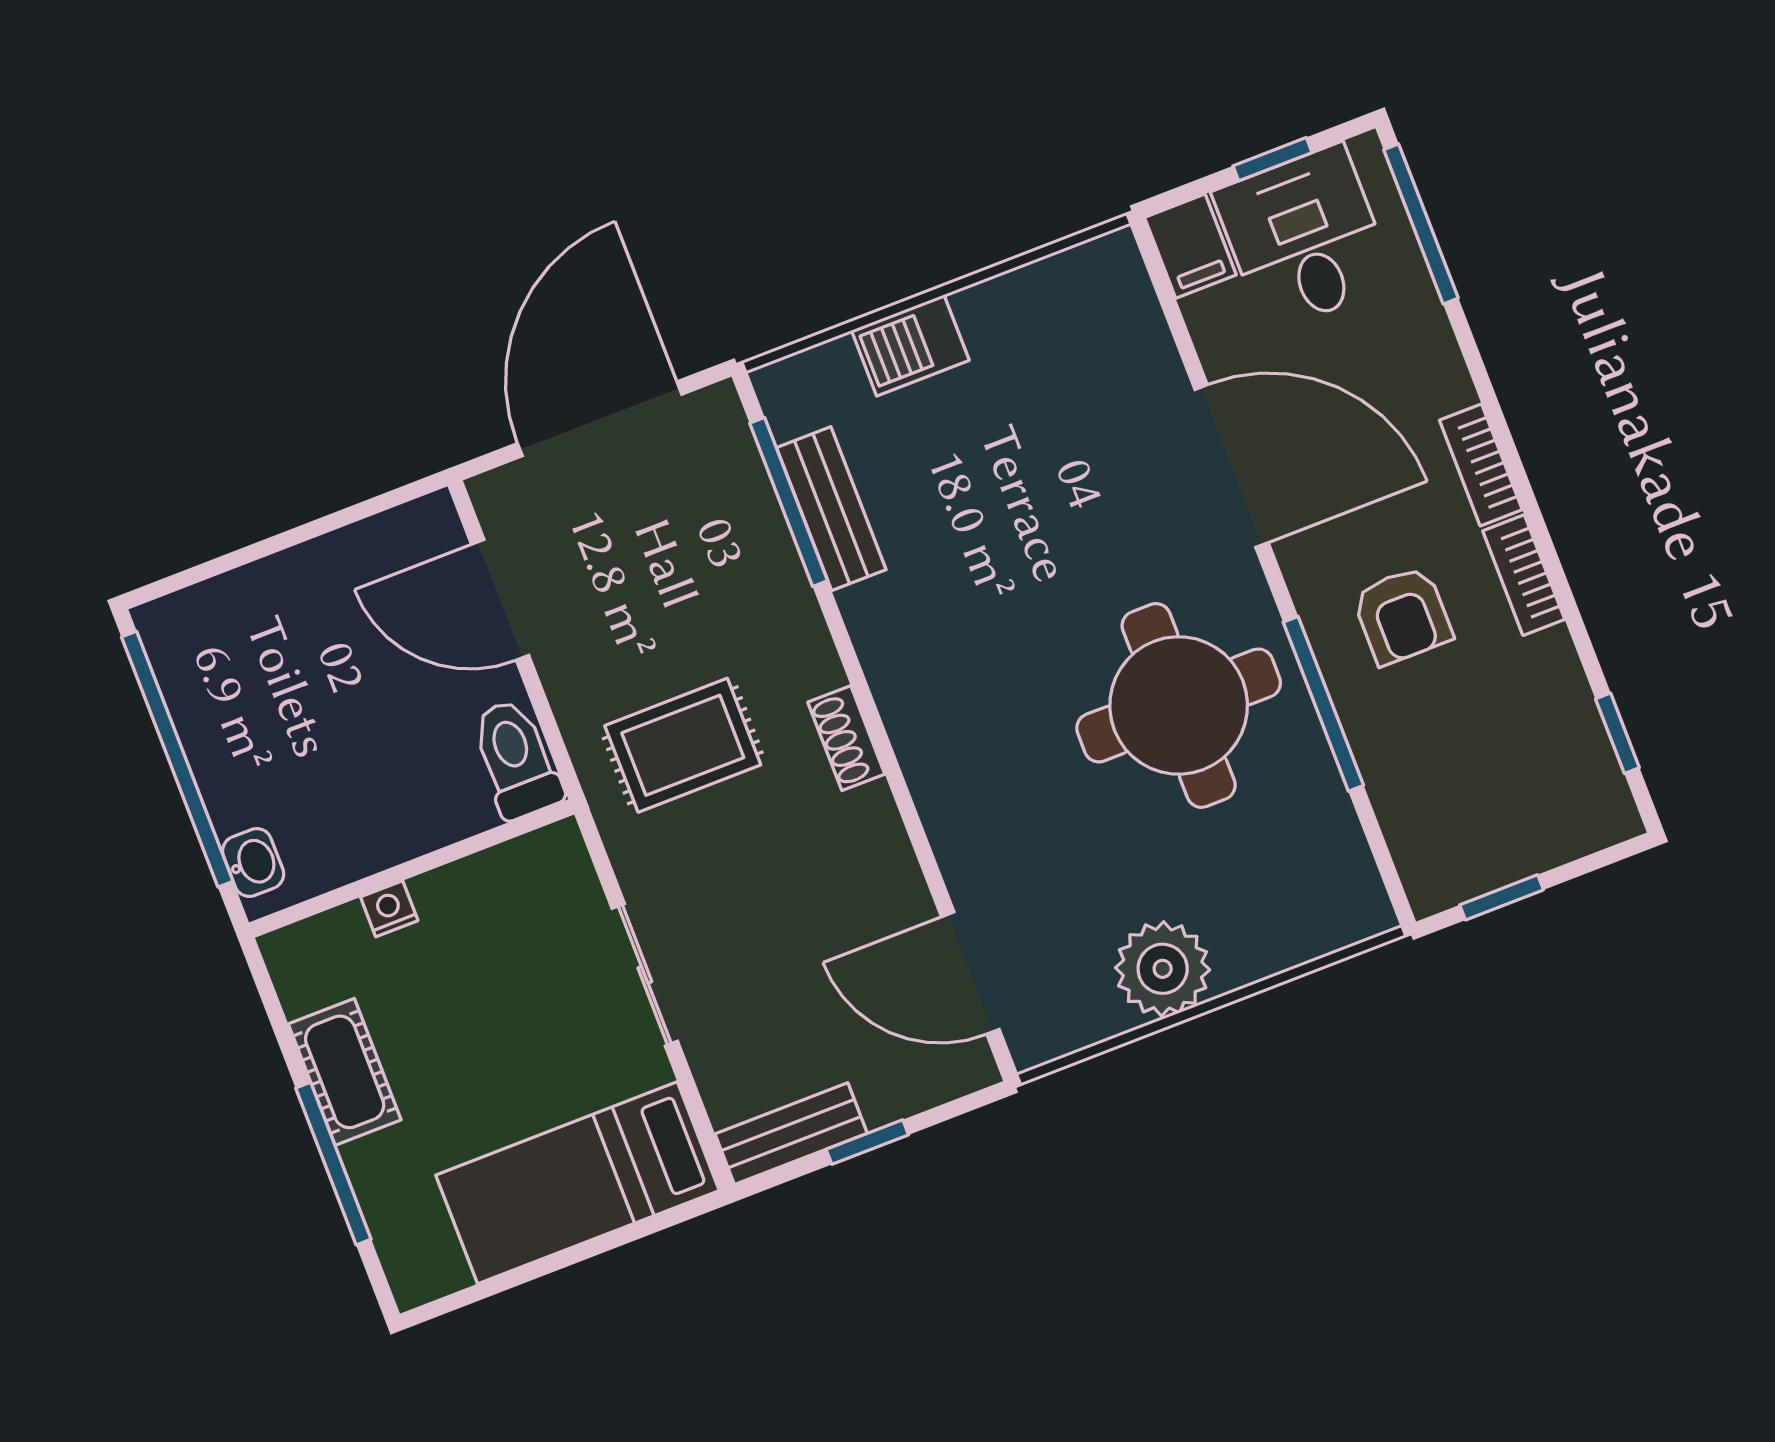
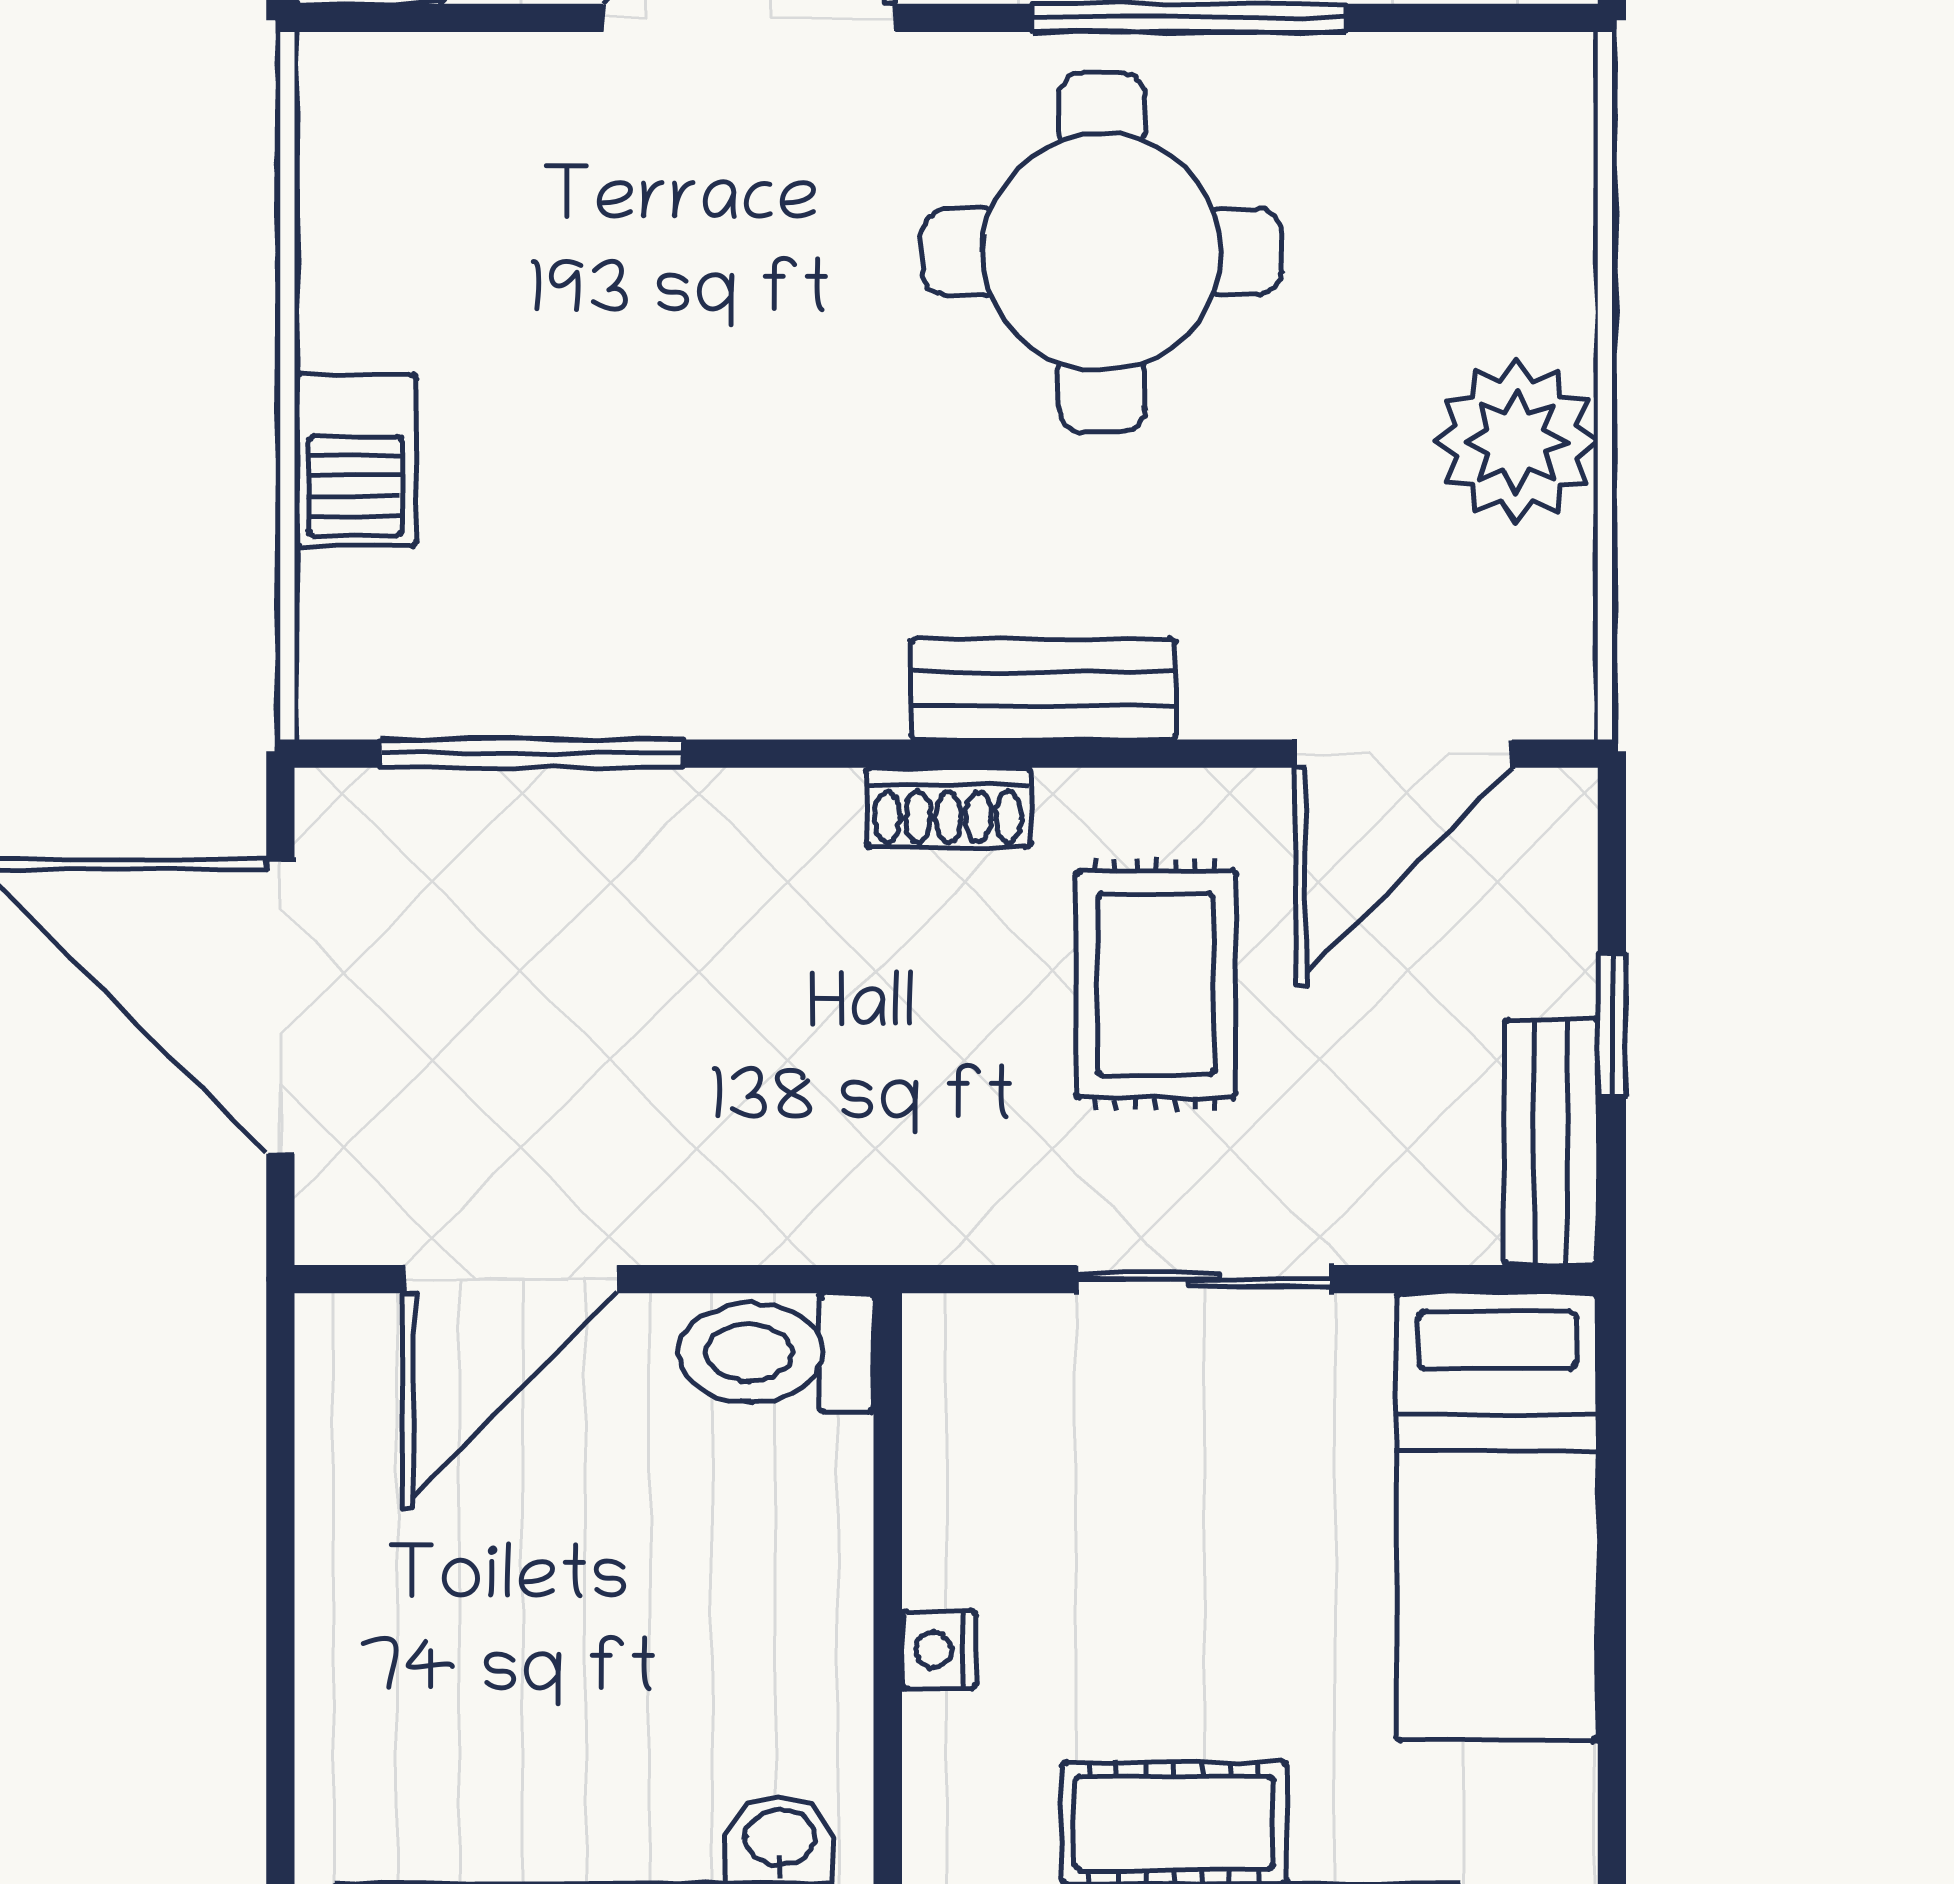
bench: (831, 509) -> (1043, 689), moved
rug: (683, 745) -> (1156, 984), moved

